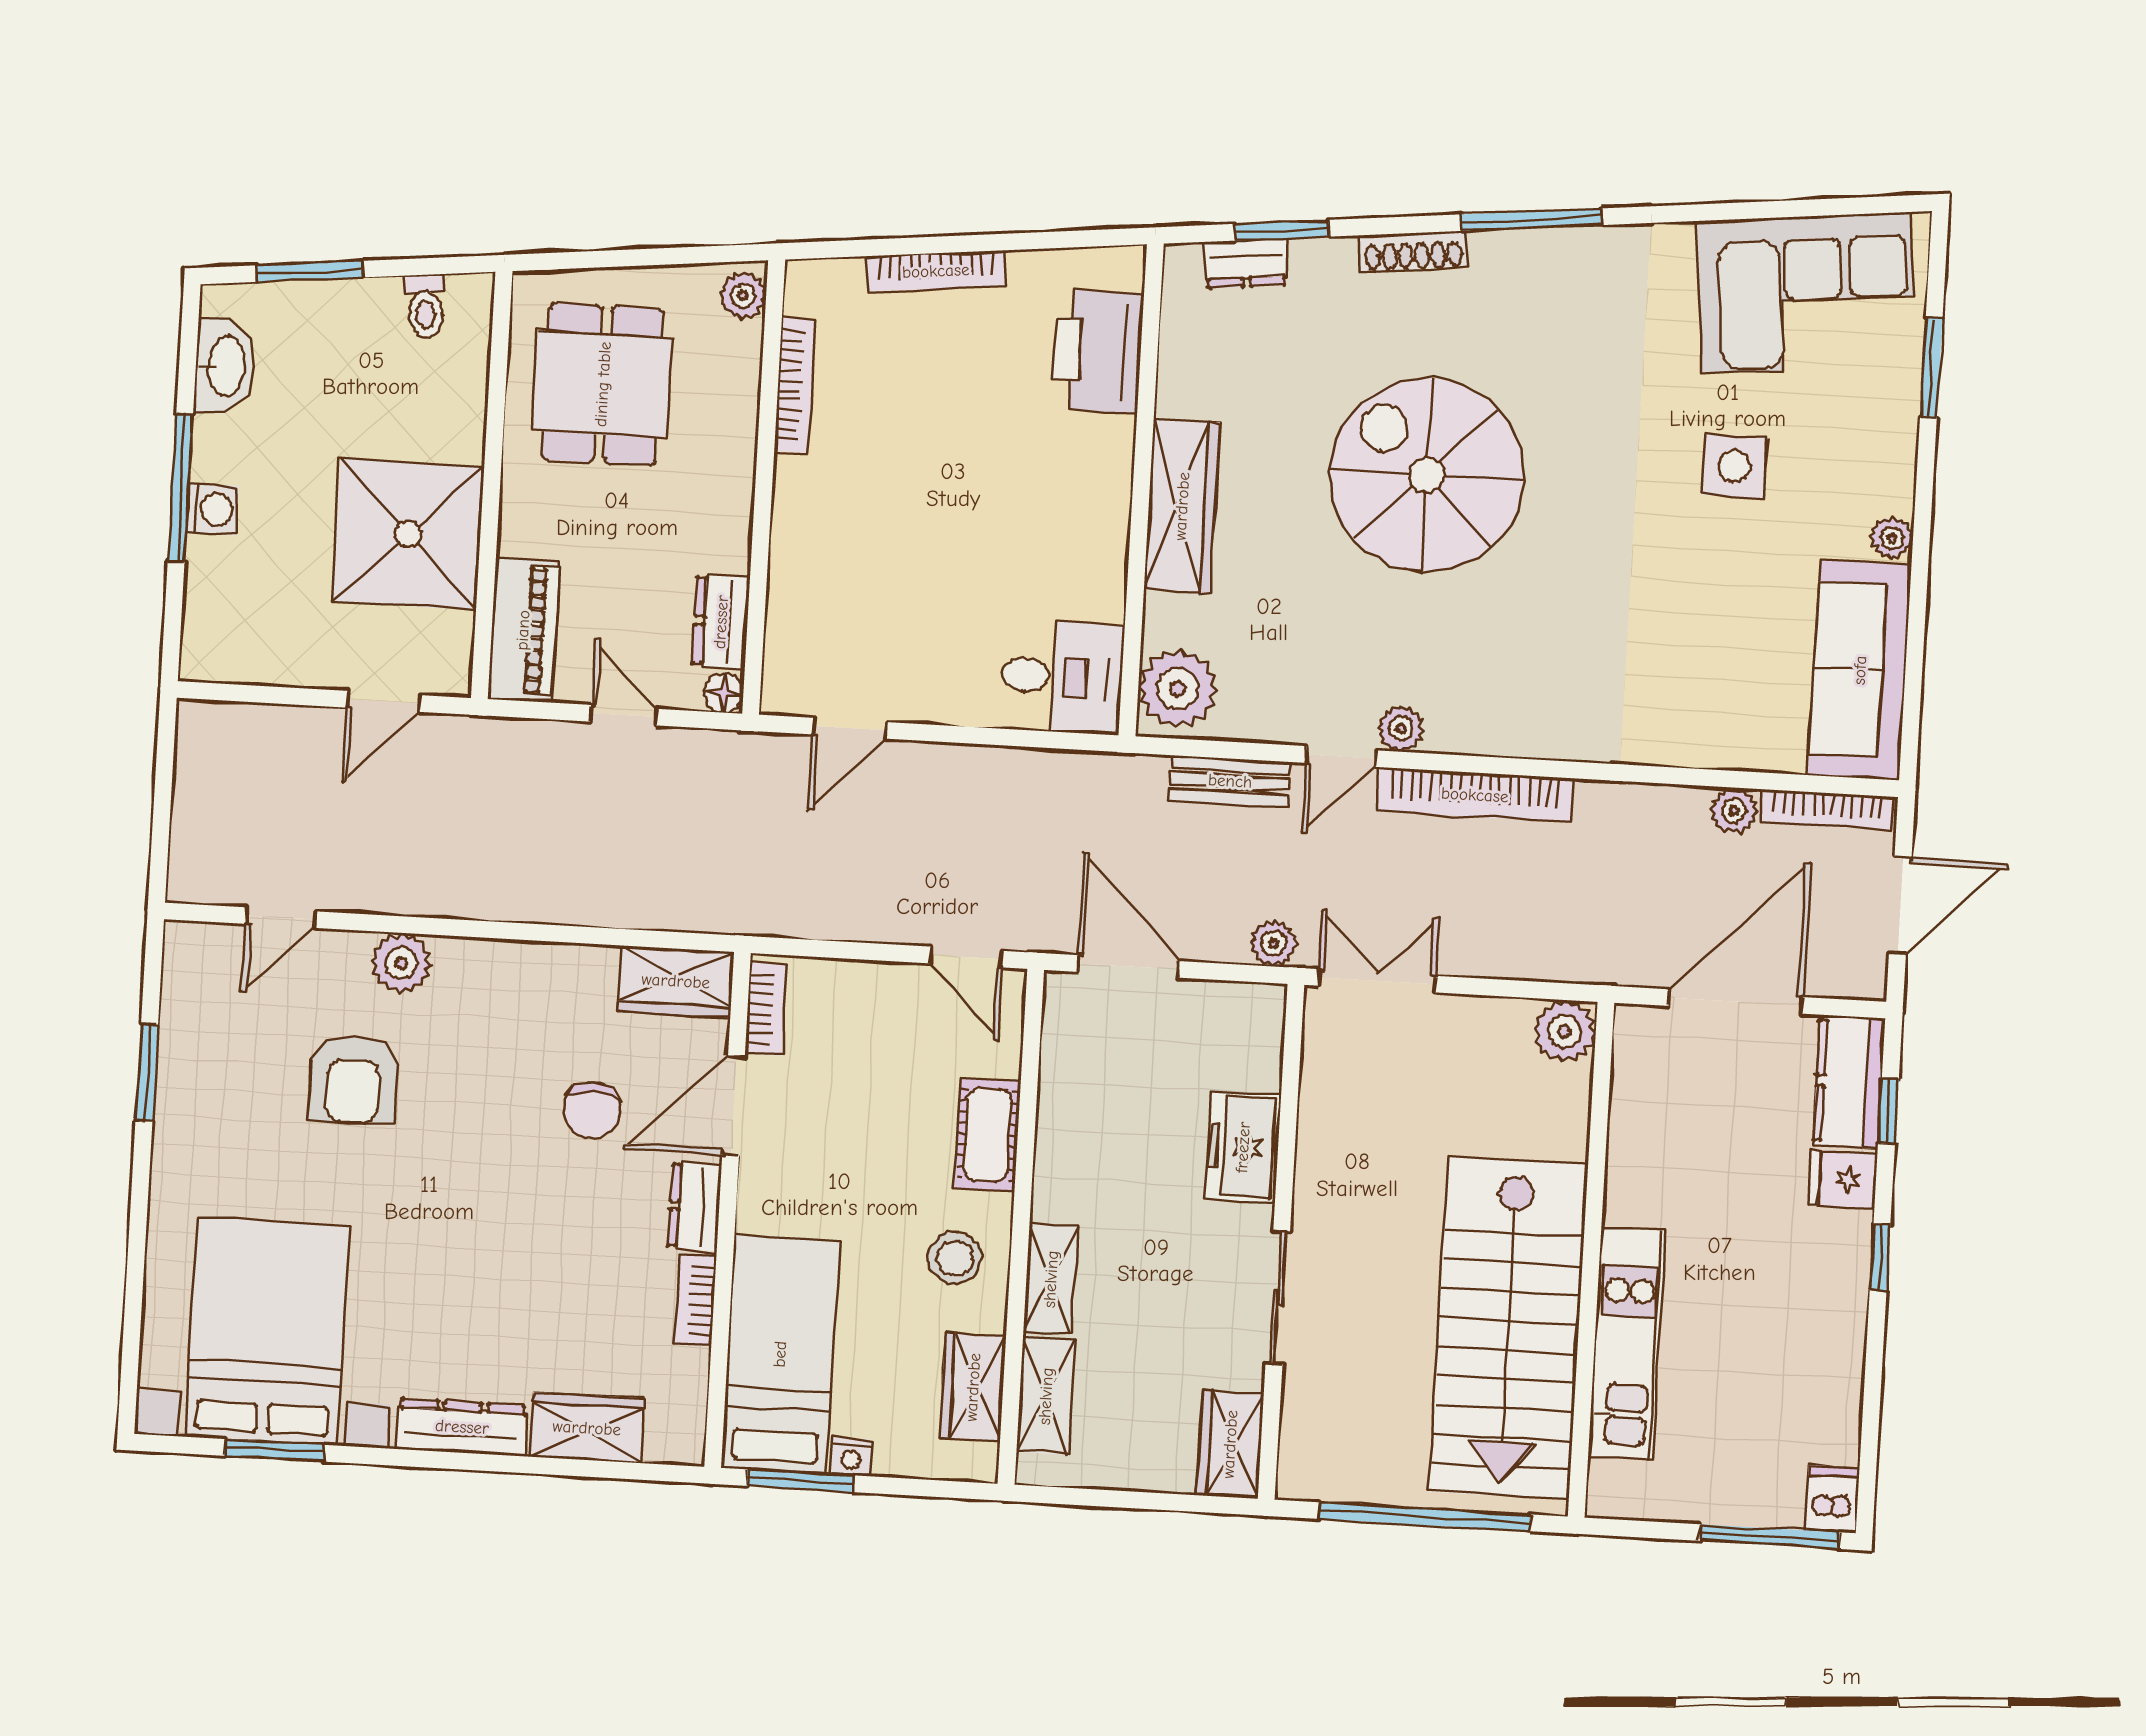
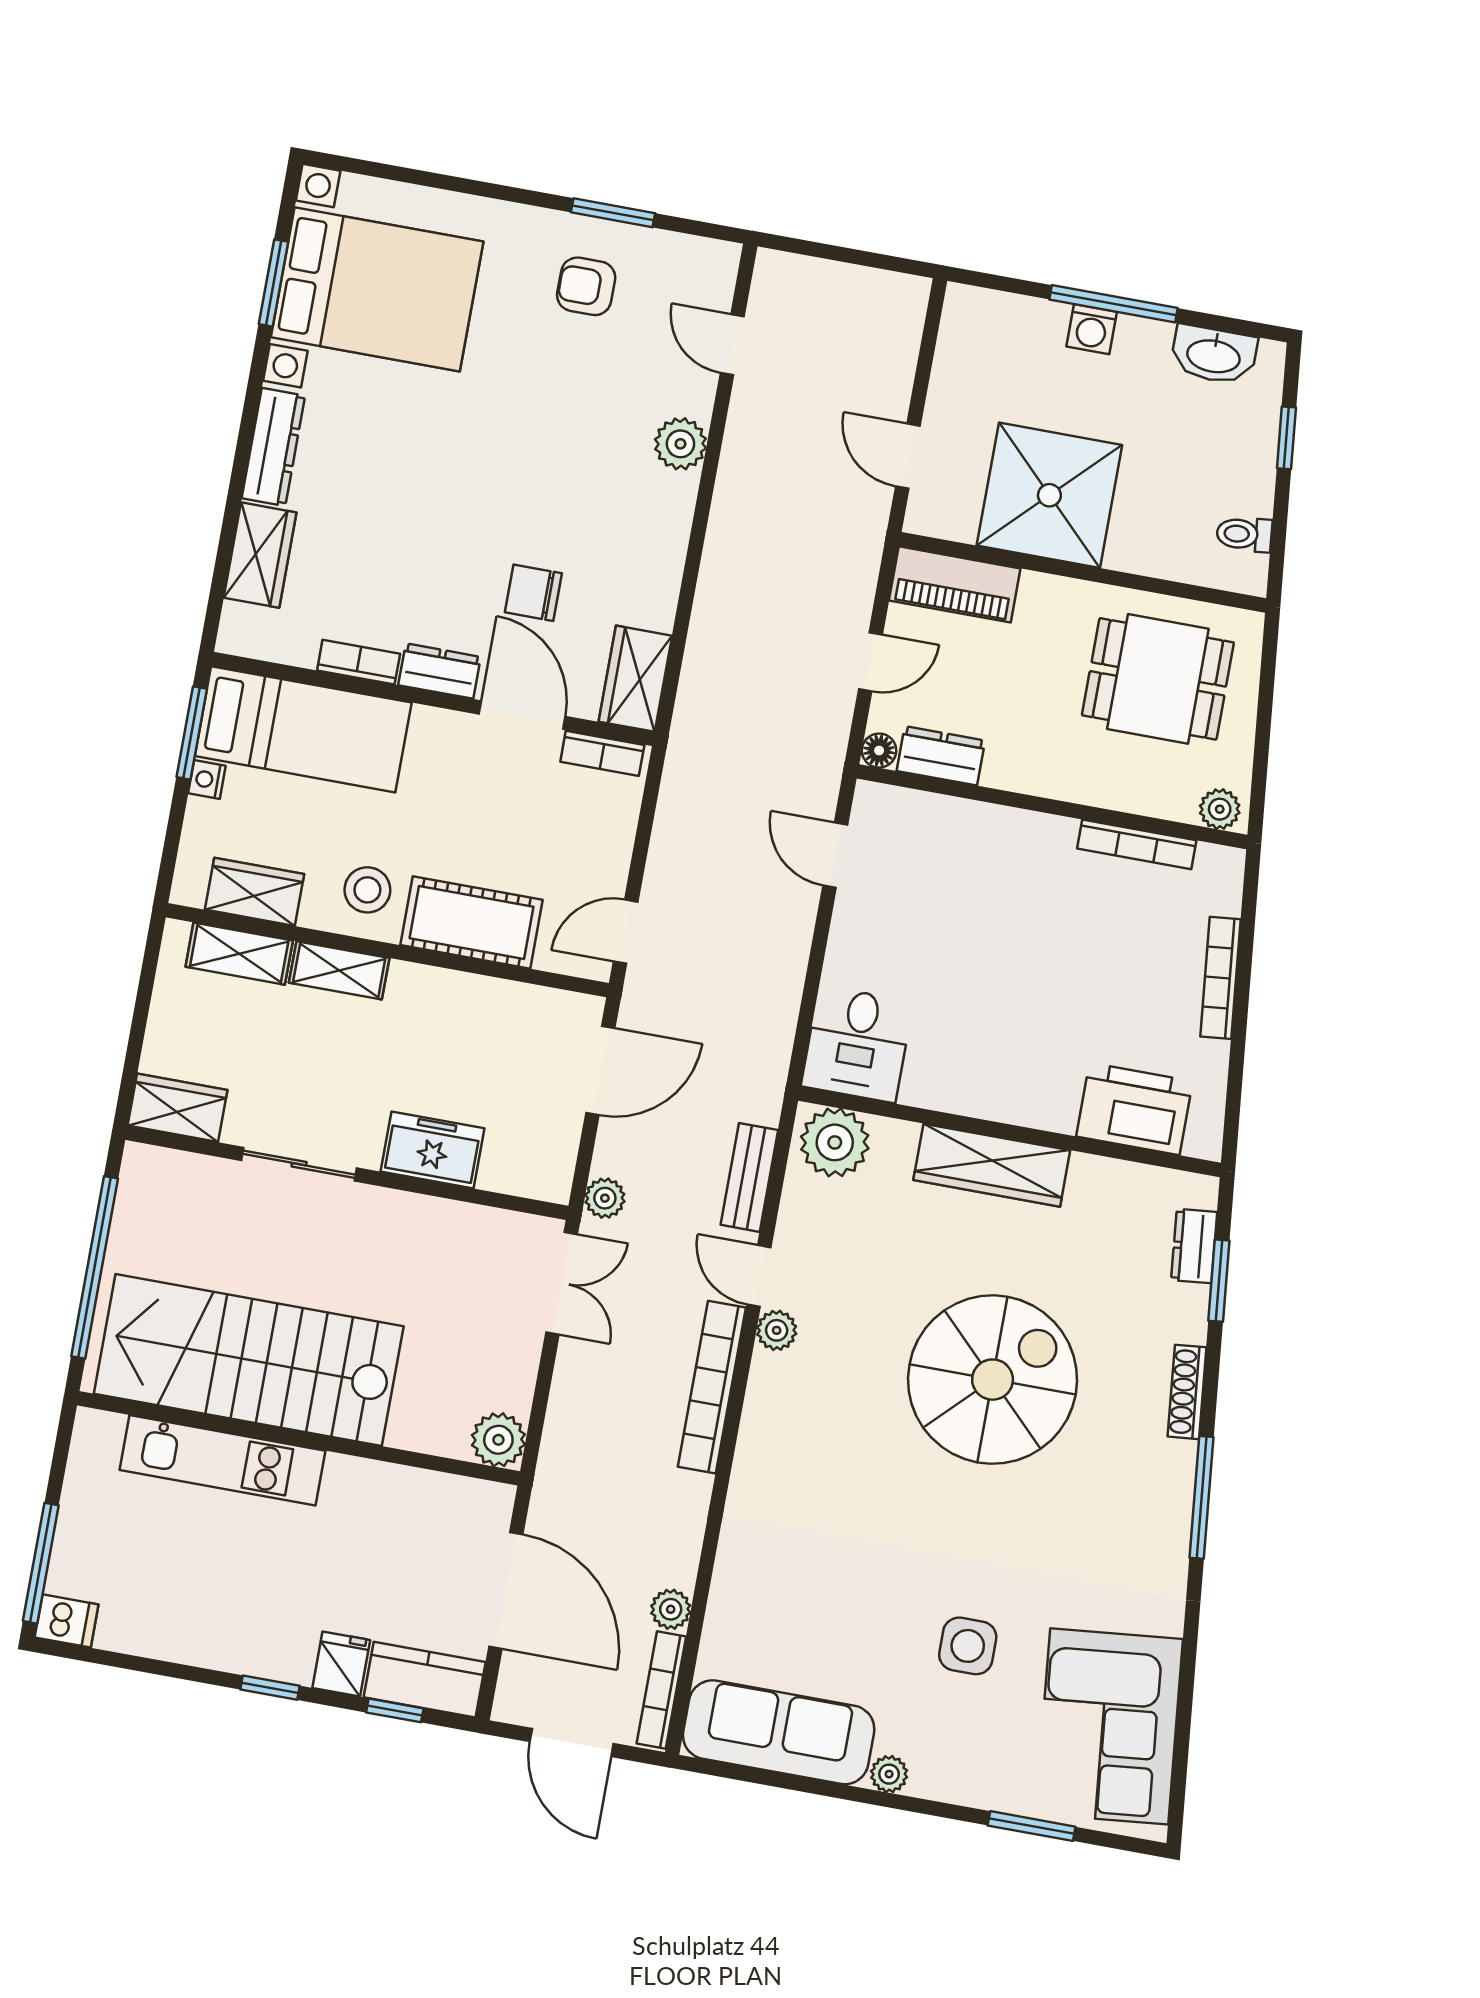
window: (309, 271) -> (1286, 438), width x0.67
armchair: (353, 1079) -> (586, 286), moved, width x0.72, depth x0.72
cot: (988, 1135) -> (471, 922), width x1.37, depth x1.34

